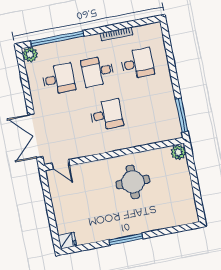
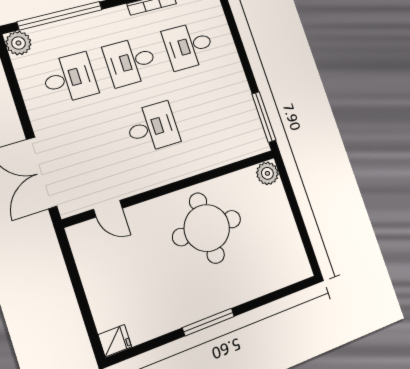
desk: (137, 64) -> (189, 46), turned 180
door: (61, 164) -> (108, 209), moved
round table: (133, 182) -> (207, 228), width x1.36, depth x1.36

